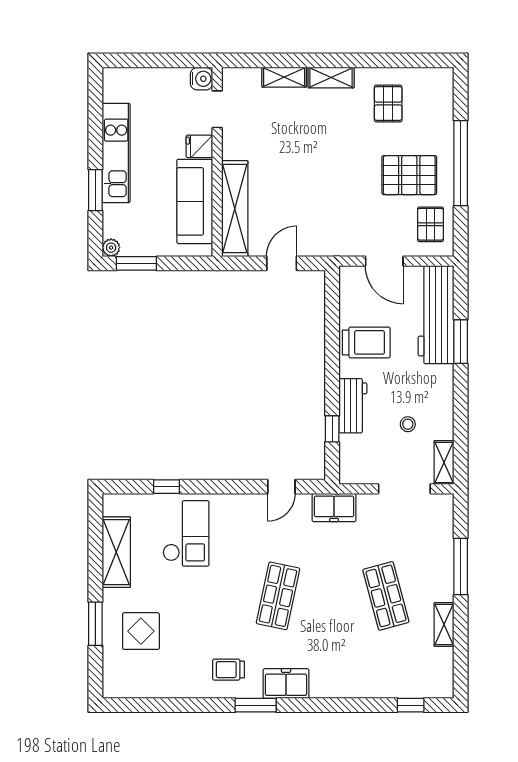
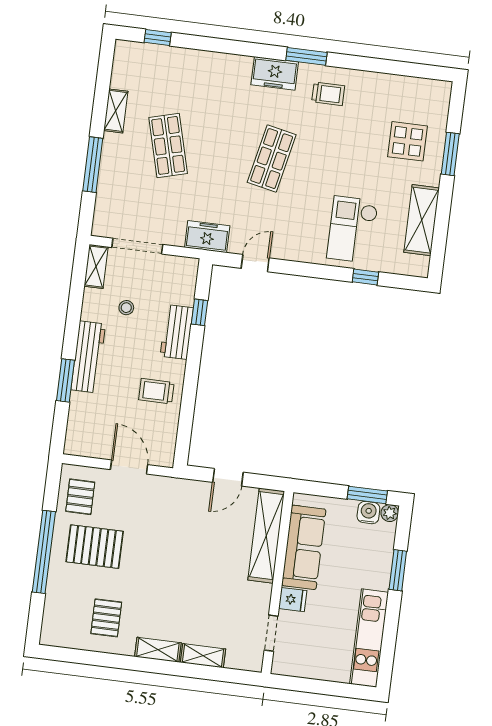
water cooler: (202, 79) -> (368, 513), moved, turned 90
kitchen unit: (116, 153) -> (369, 638), moved
workbench: (436, 315) -> (88, 357), moved, width x0.73, depth x0.76
trolley: (366, 342) -> (156, 391), width x0.73, depth x0.72

